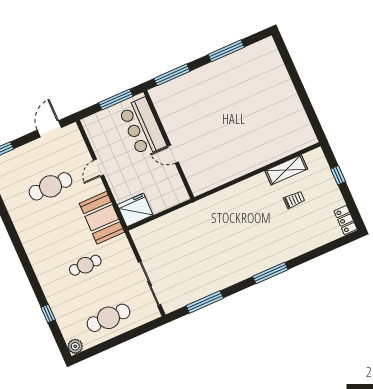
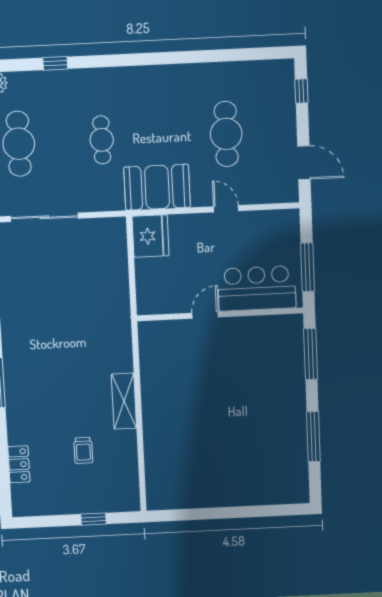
shelving: (286, 170) -> (124, 401), moved
locker: (346, 220) -> (19, 464), moved, turned 90

